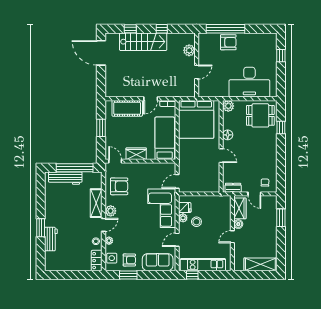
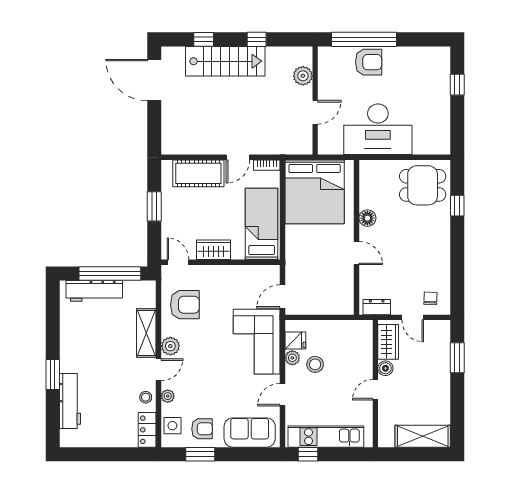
desk: (249, 82) -> (378, 129), moved
plant: (228, 106) -> (369, 169), removed
workbench: (51, 239) -> (70, 401), width x1.38

